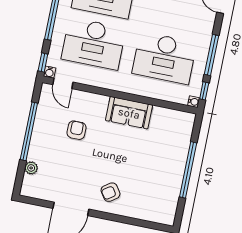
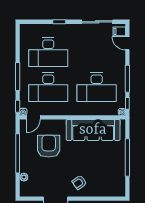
door: (63, 83) -> (33, 117), hinge flipped
sofa: (129, 113) -> (93, 130), width x1.85, depth x1.27
armchair: (77, 130) -> (49, 146), width x1.88, depth x1.88

